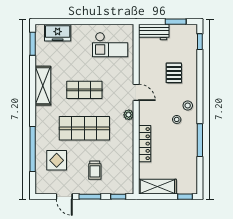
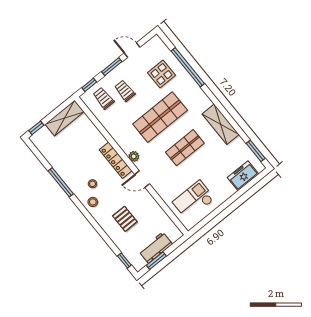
workbench: (154, 32) -> (156, 248), moved
locker: (145, 144) -> (116, 160), moved
trolley: (116, 178) -> (103, 98), added

